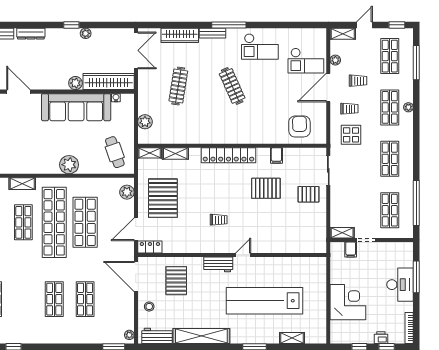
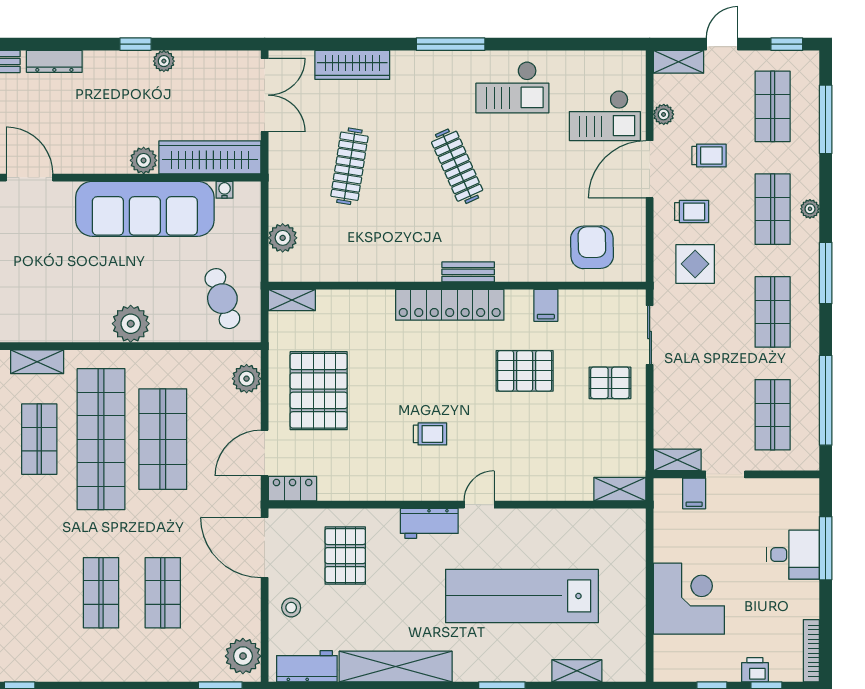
bench: (213, 33) -> (468, 272), moved
window: (416, 139) -> (826, 273), added
shelving: (175, 153) -> (620, 489), moved
desk: (400, 285) -> (793, 555), width x0.73
plant: (129, 335) -> (243, 656), width x1.88, depth x1.88

